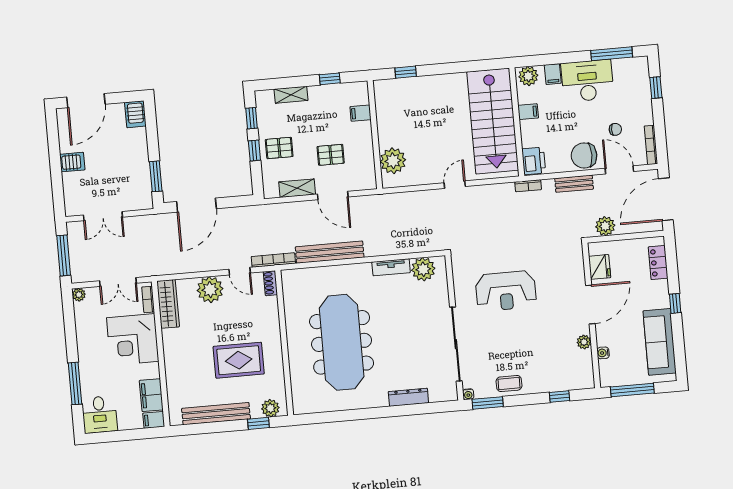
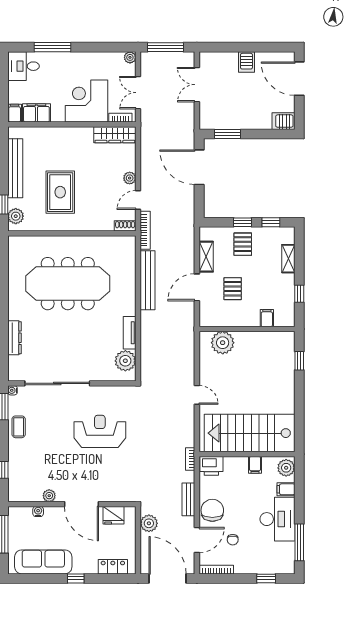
plant: (210, 290) -> (130, 178), width x0.53, depth x0.53
reception desk: (506, 291) -> (100, 431), turned 90

